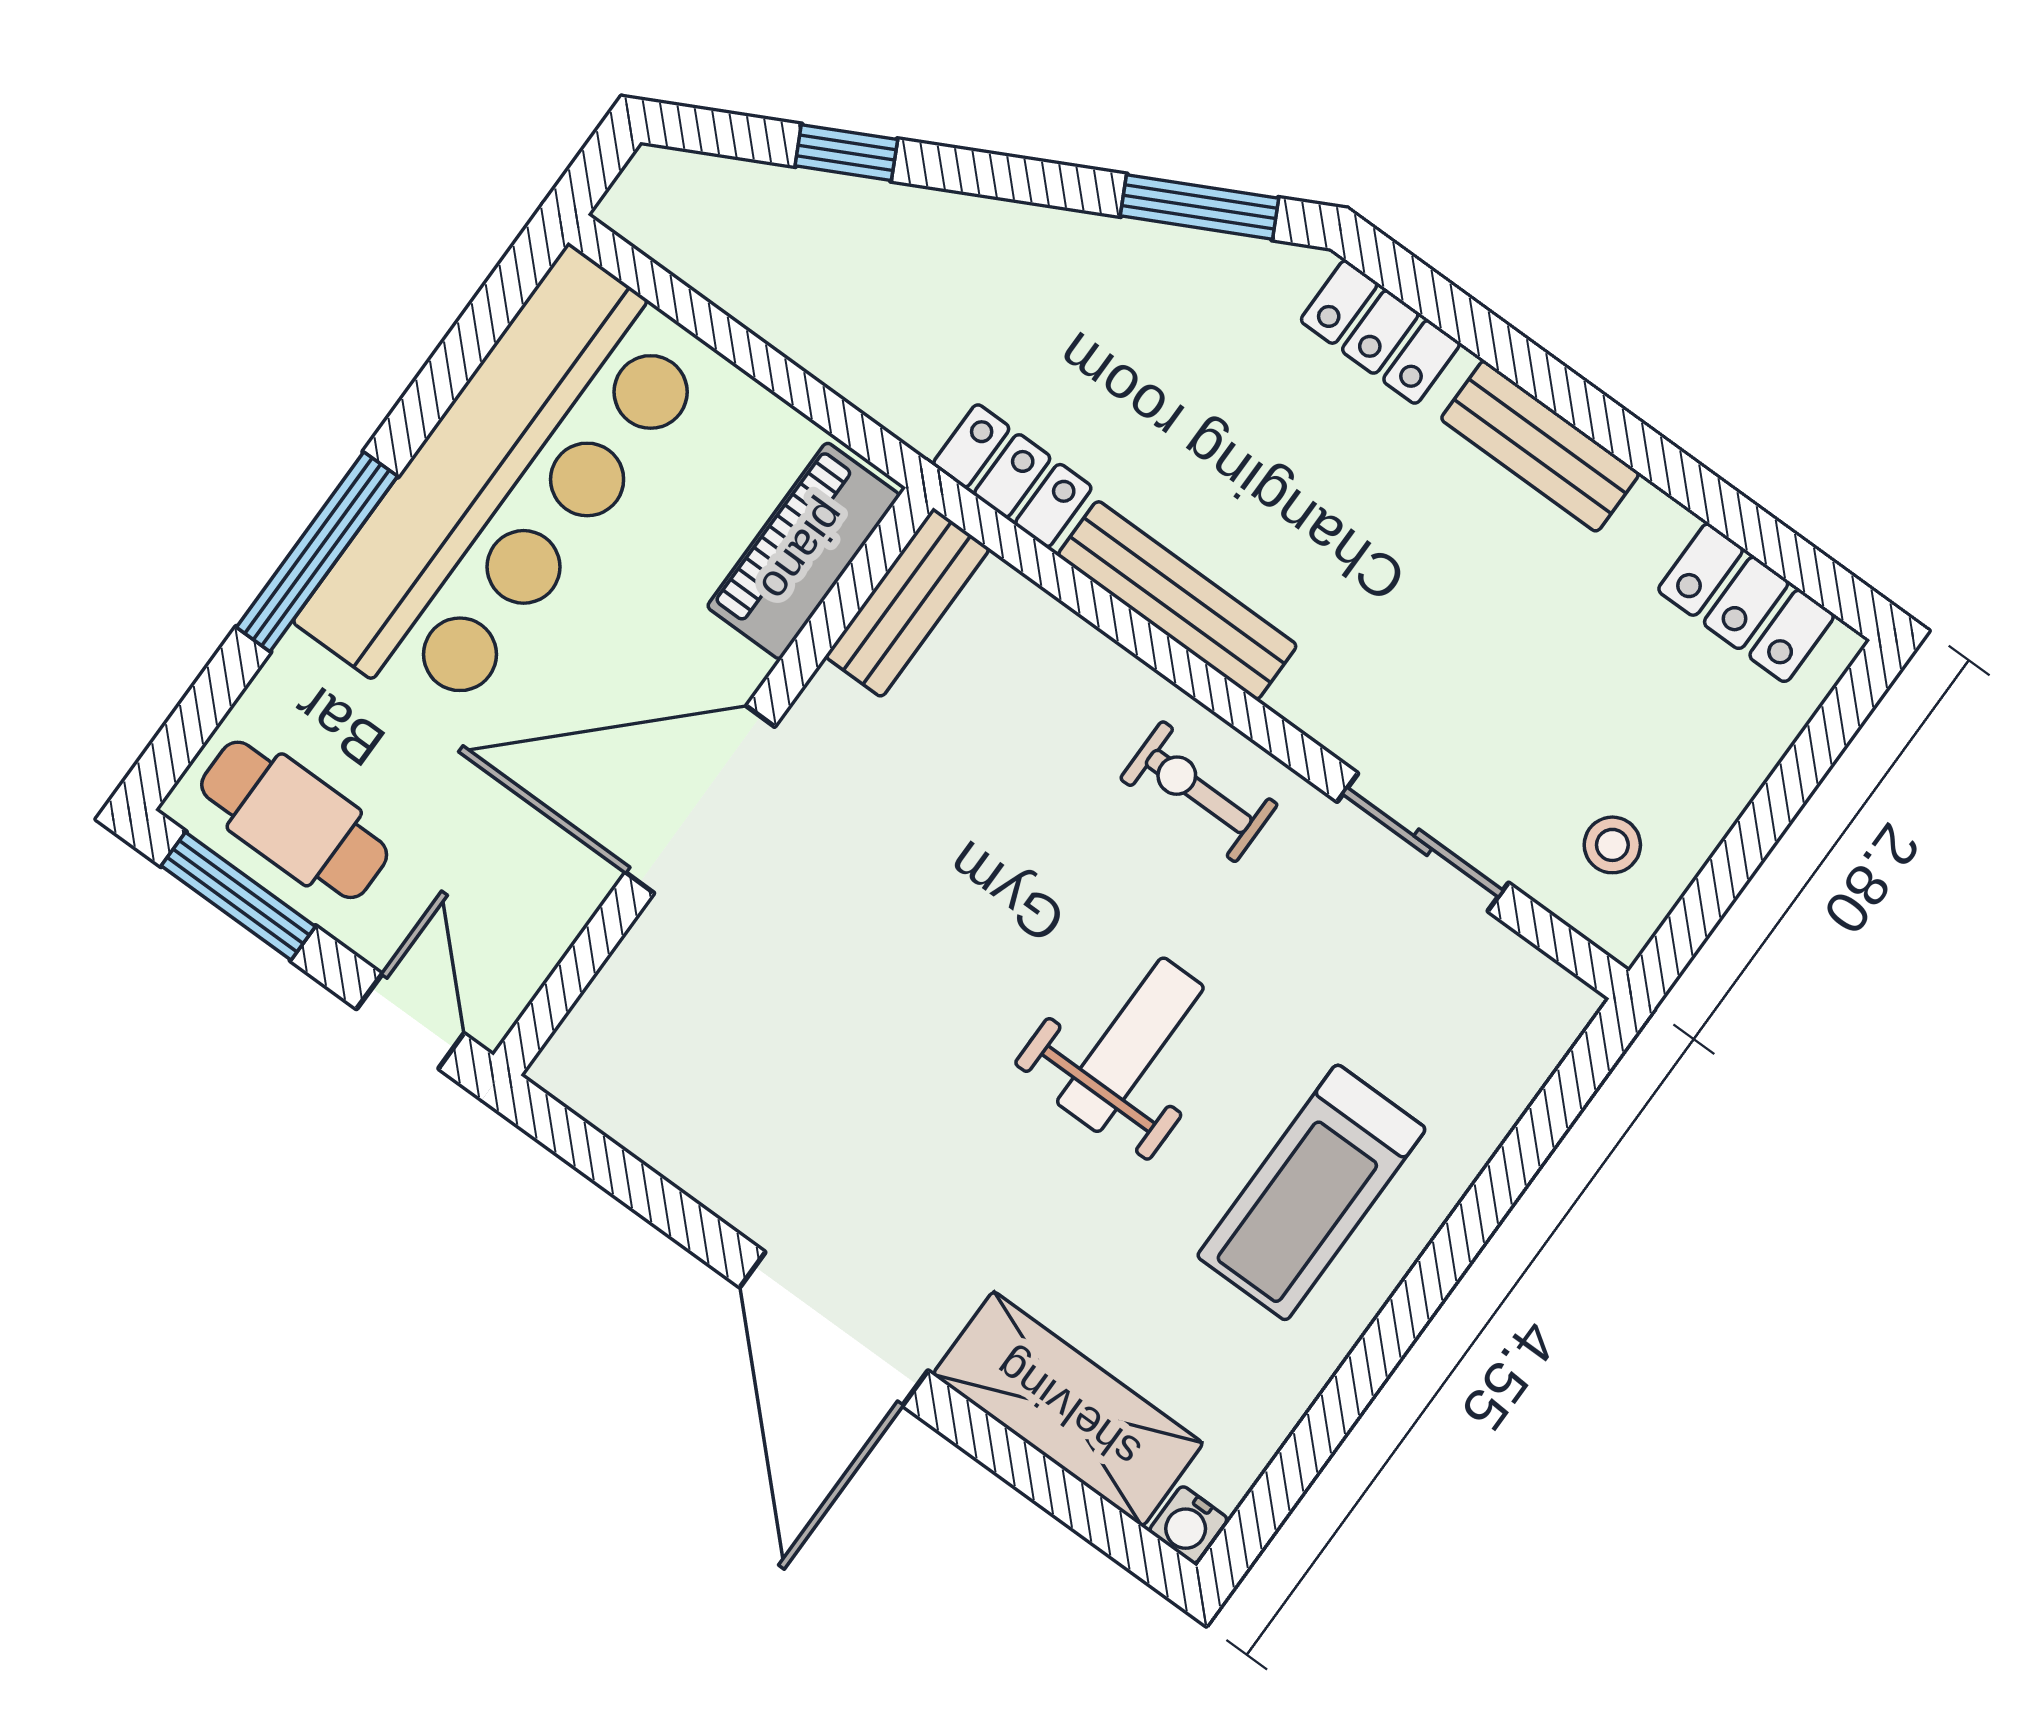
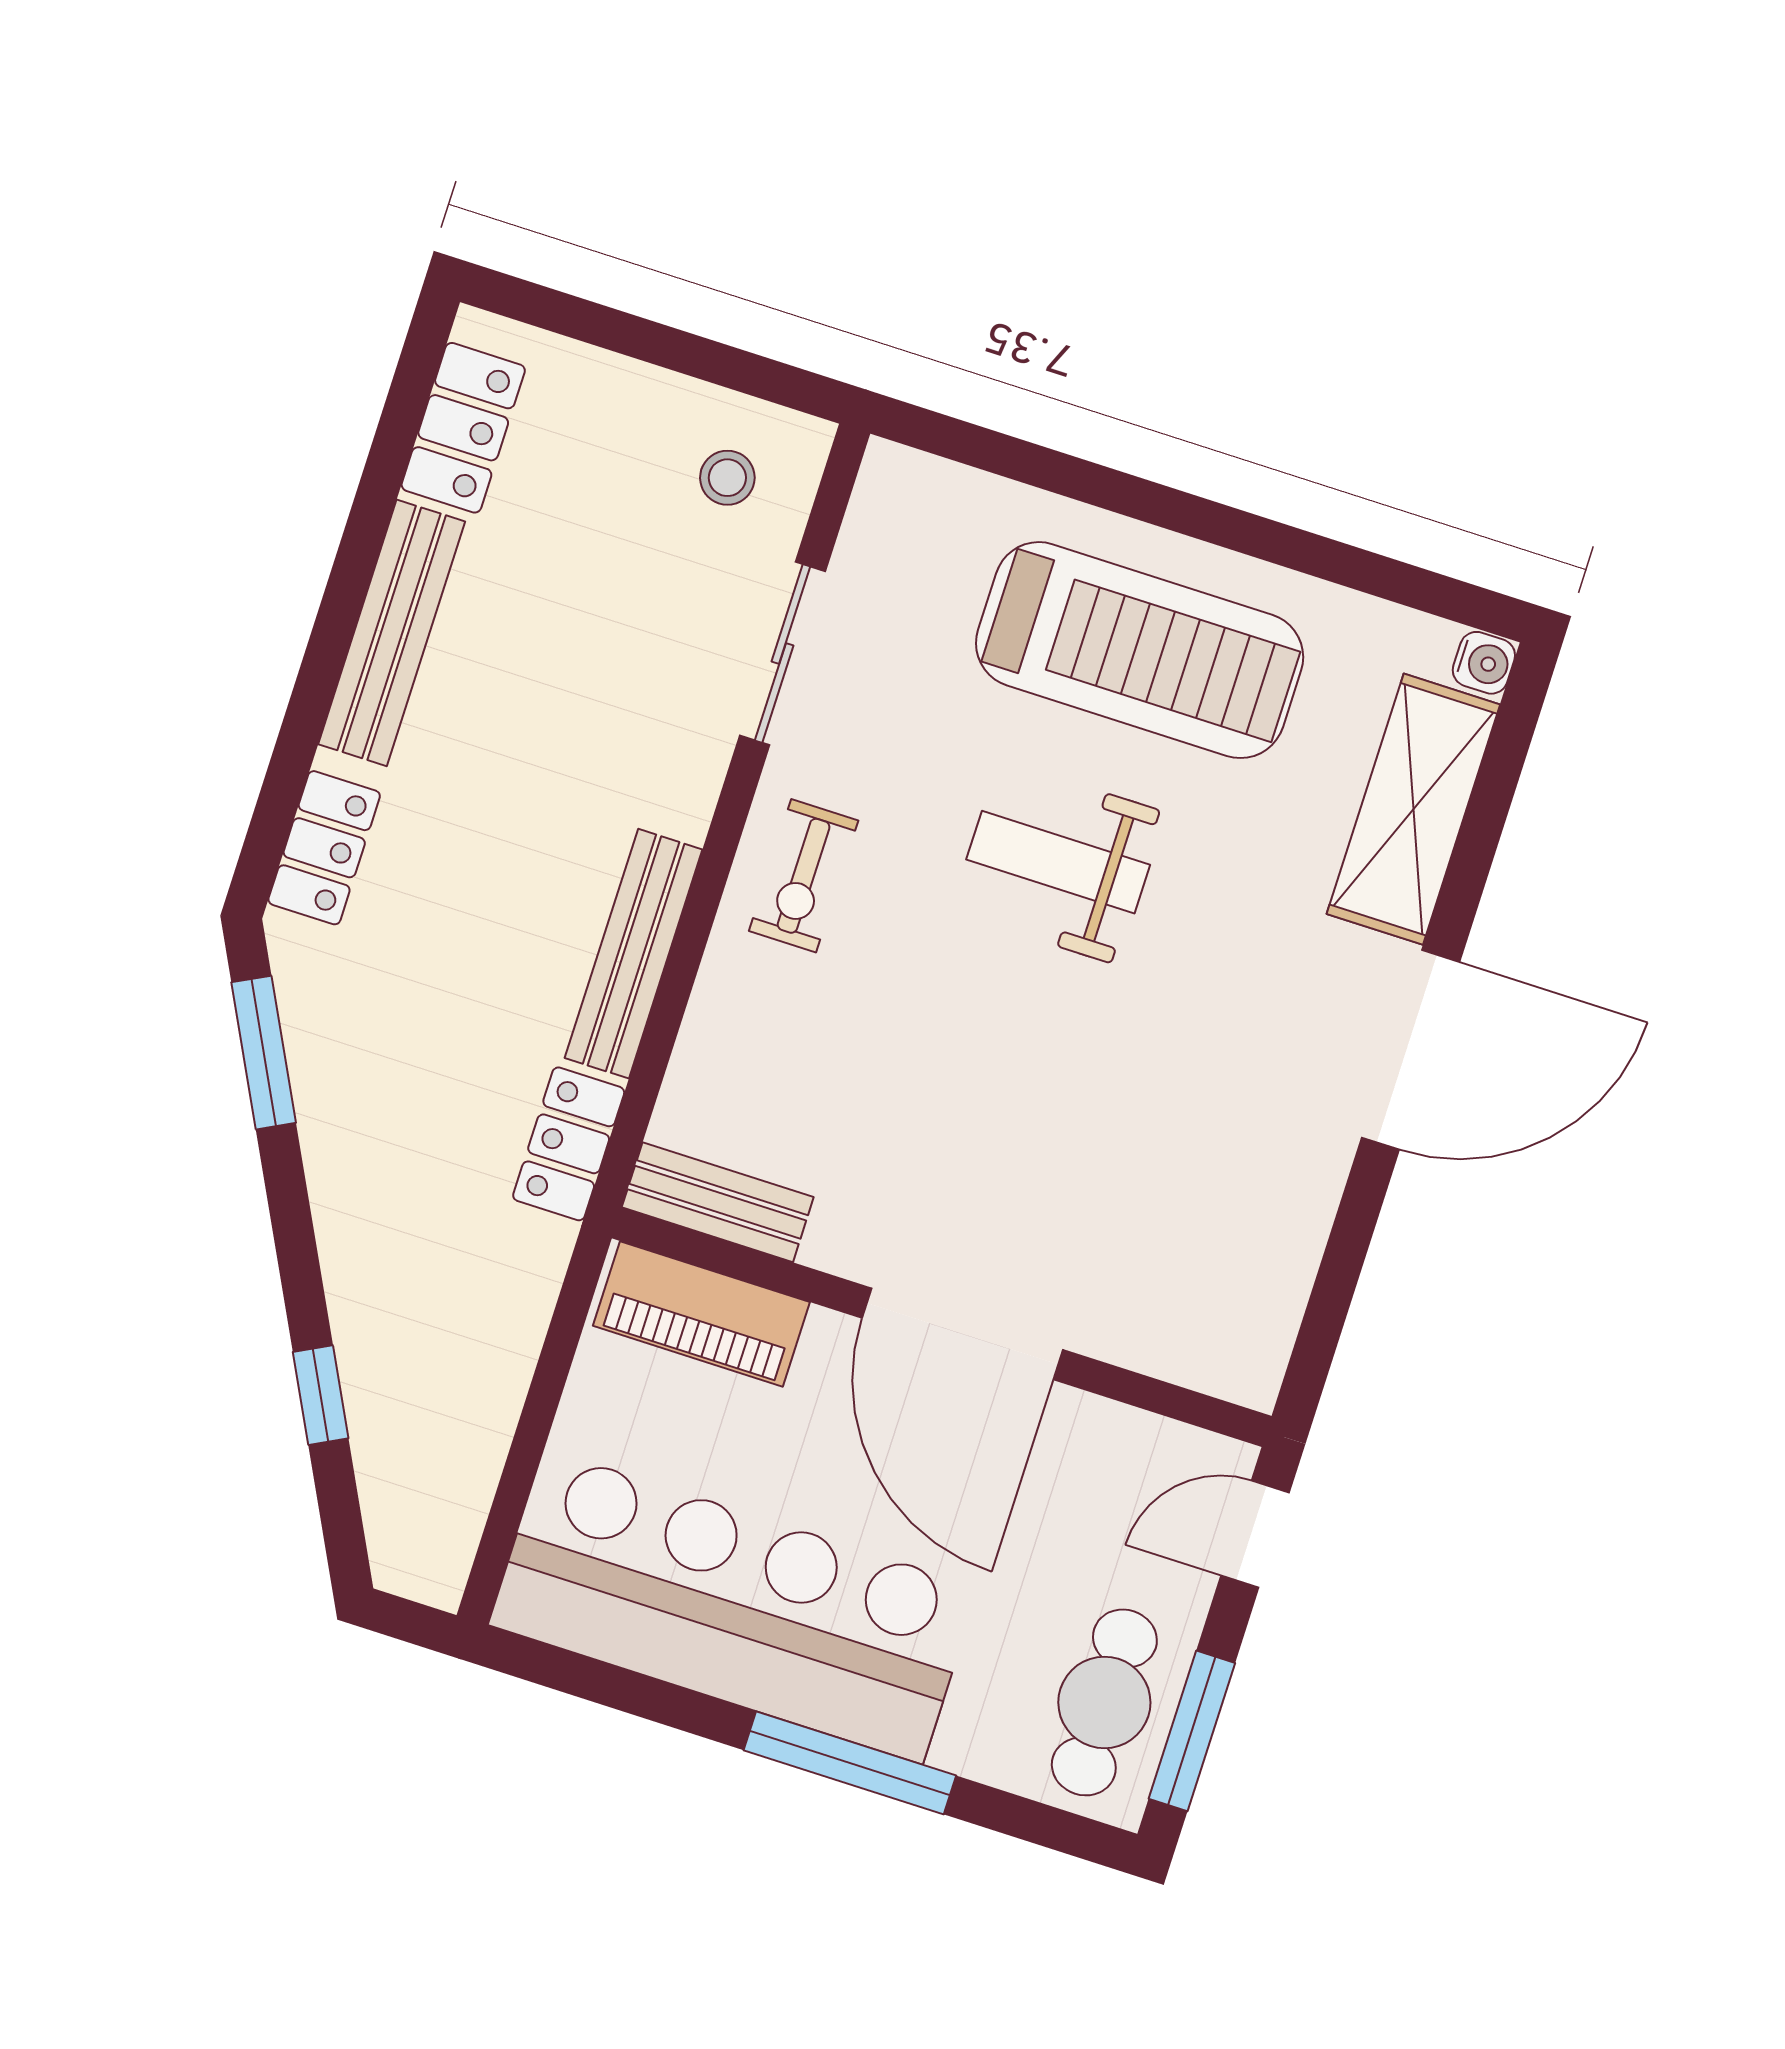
bench: (1540, 446) -> (392, 633), width x1.36
treadmill: (1311, 1192) -> (1140, 650), width x1.37, depth x1.38

